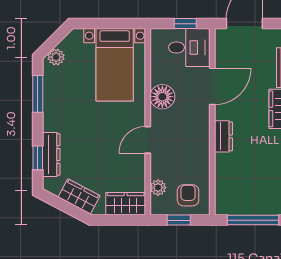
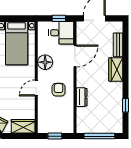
dresser: (223, 136) -> (82, 97), moved
plant: (158, 188) -> (43, 117), removed
armchair: (188, 195) -> (59, 90), moved

